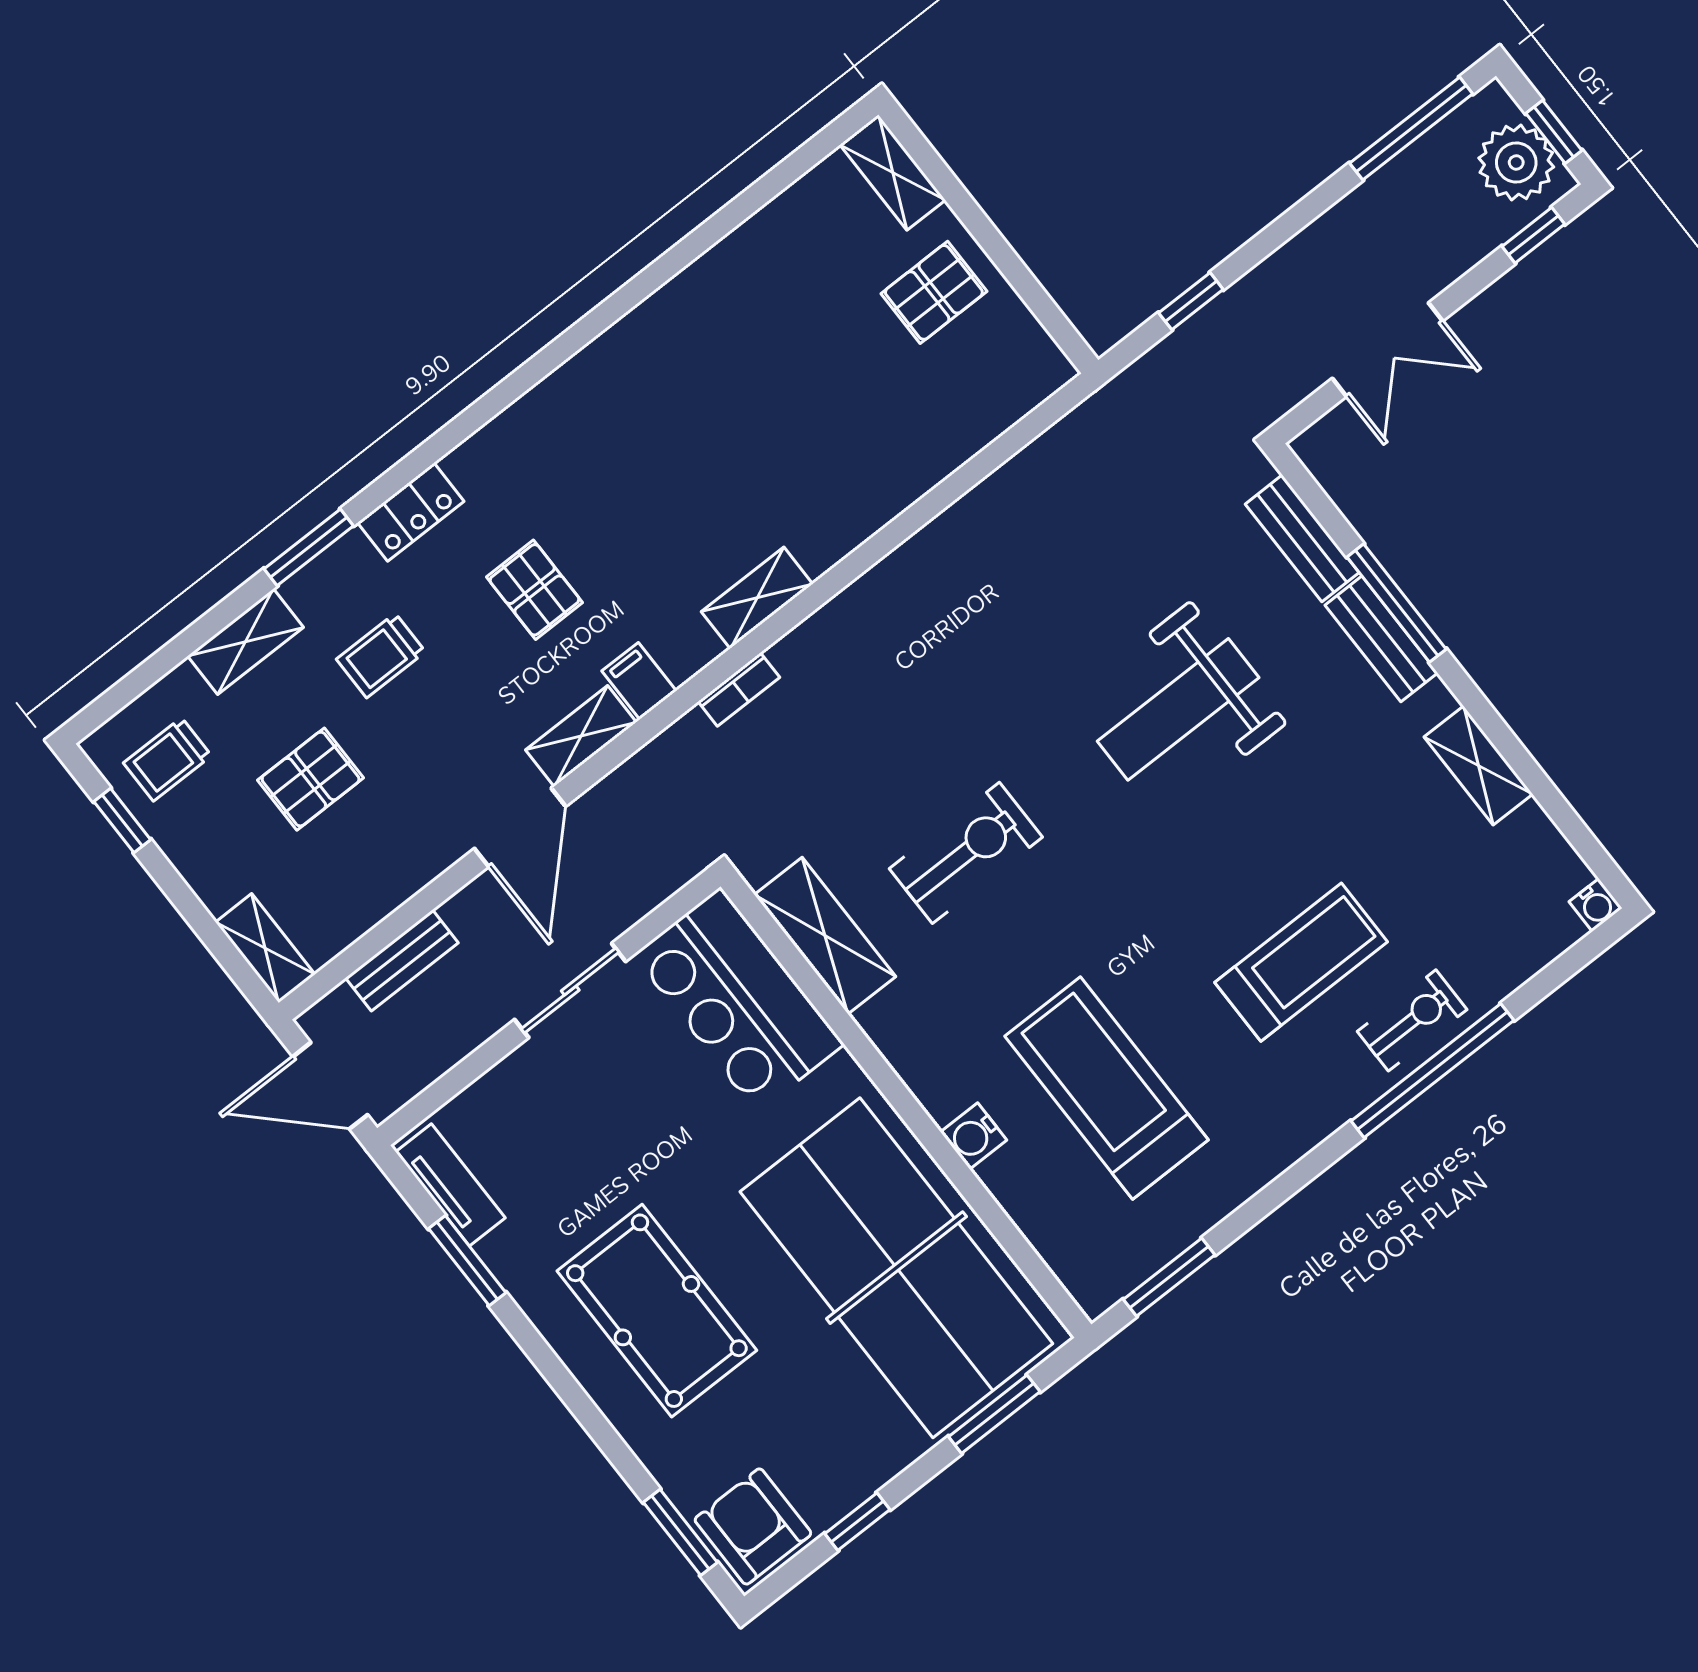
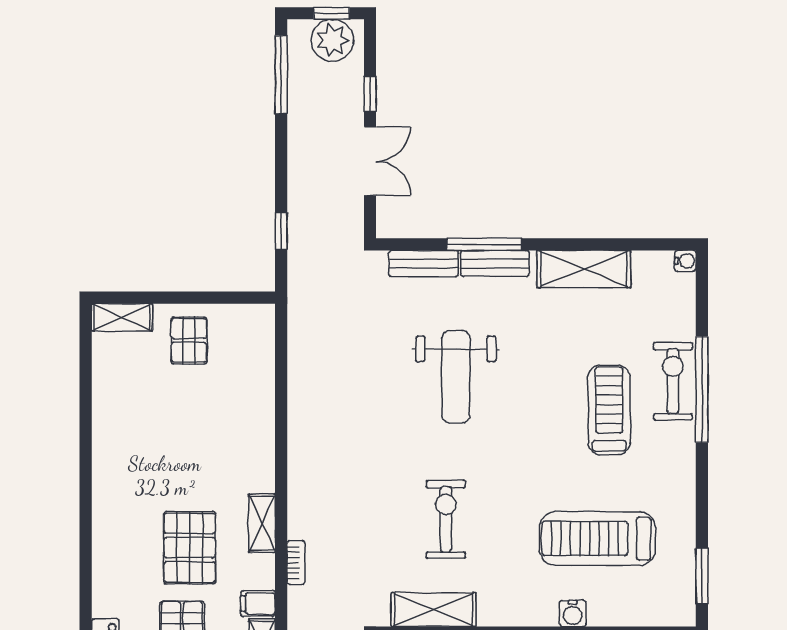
window: (1533, 235) -> (370, 94), moved
pallet: (642, 523) -> (190, 548), added
shelving: (1478, 766) -> (584, 269), width x1.50, depth x1.33
exercise bike: (1412, 1020) -> (673, 381), width x1.38, depth x1.39

